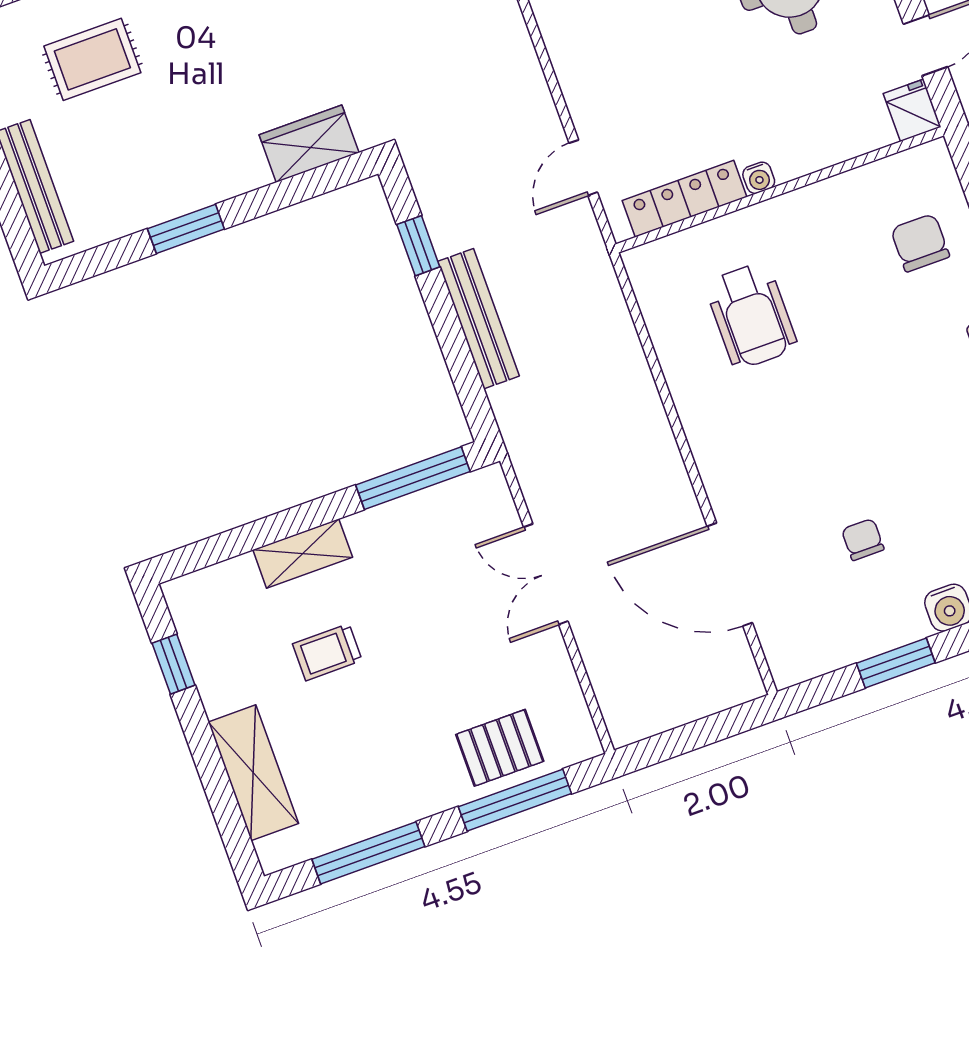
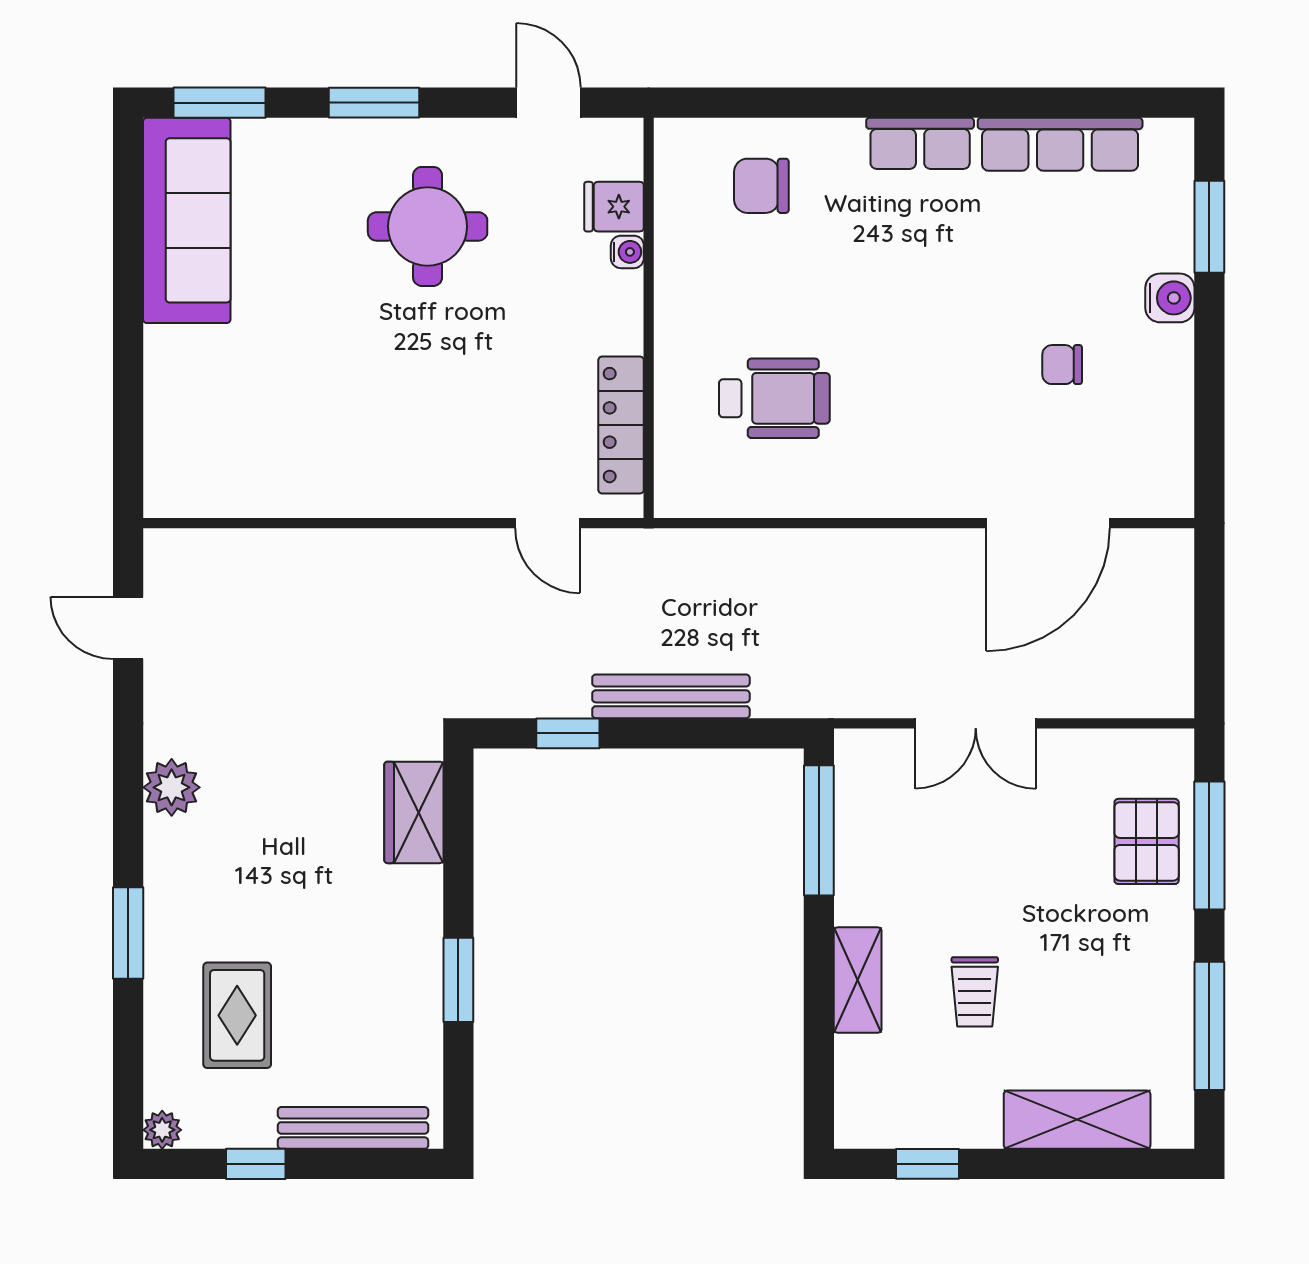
fridge: (912, 110) -> (614, 207), moved
water cooler: (759, 178) -> (627, 252), moved
window: (896, 663) -> (1209, 377), removed

